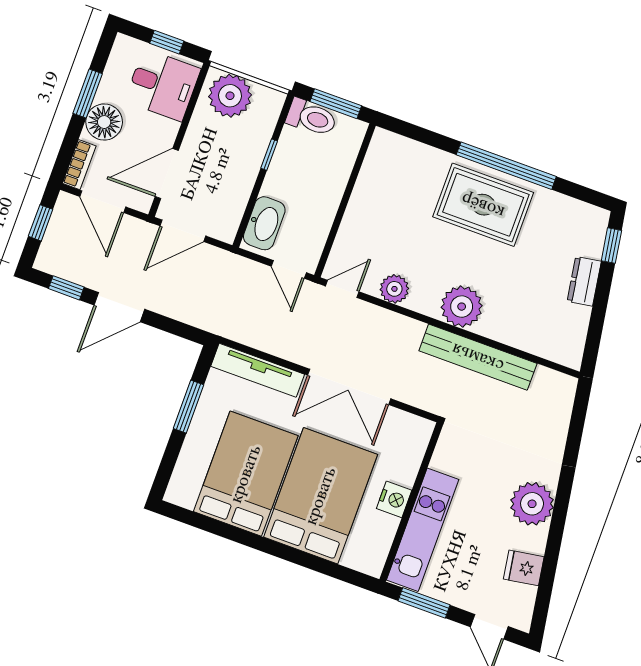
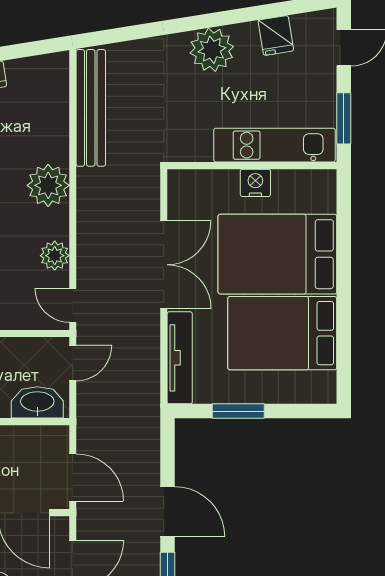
bench: (478, 357) -> (91, 108), moved

